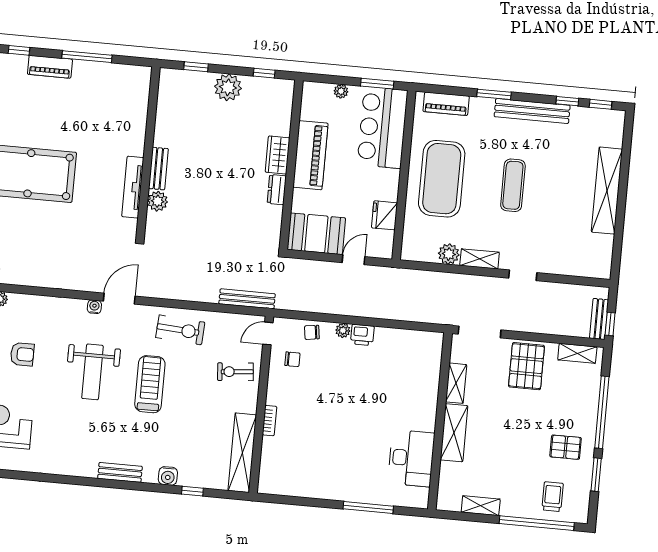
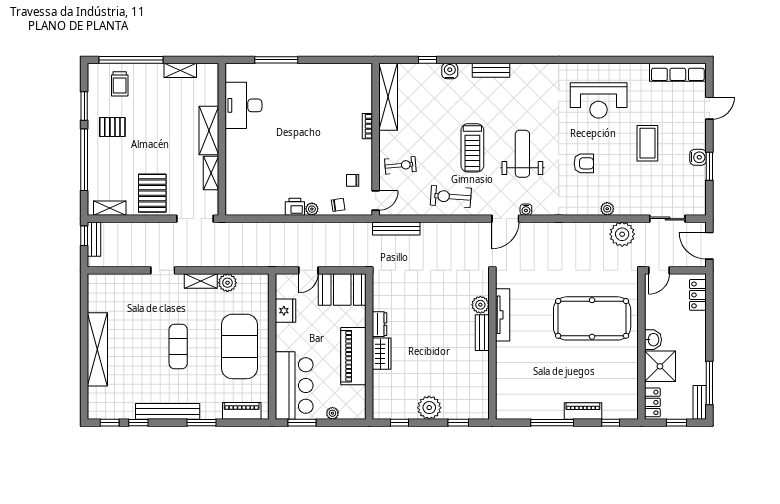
armchair: (22, 354) -> (584, 163), turned 180

